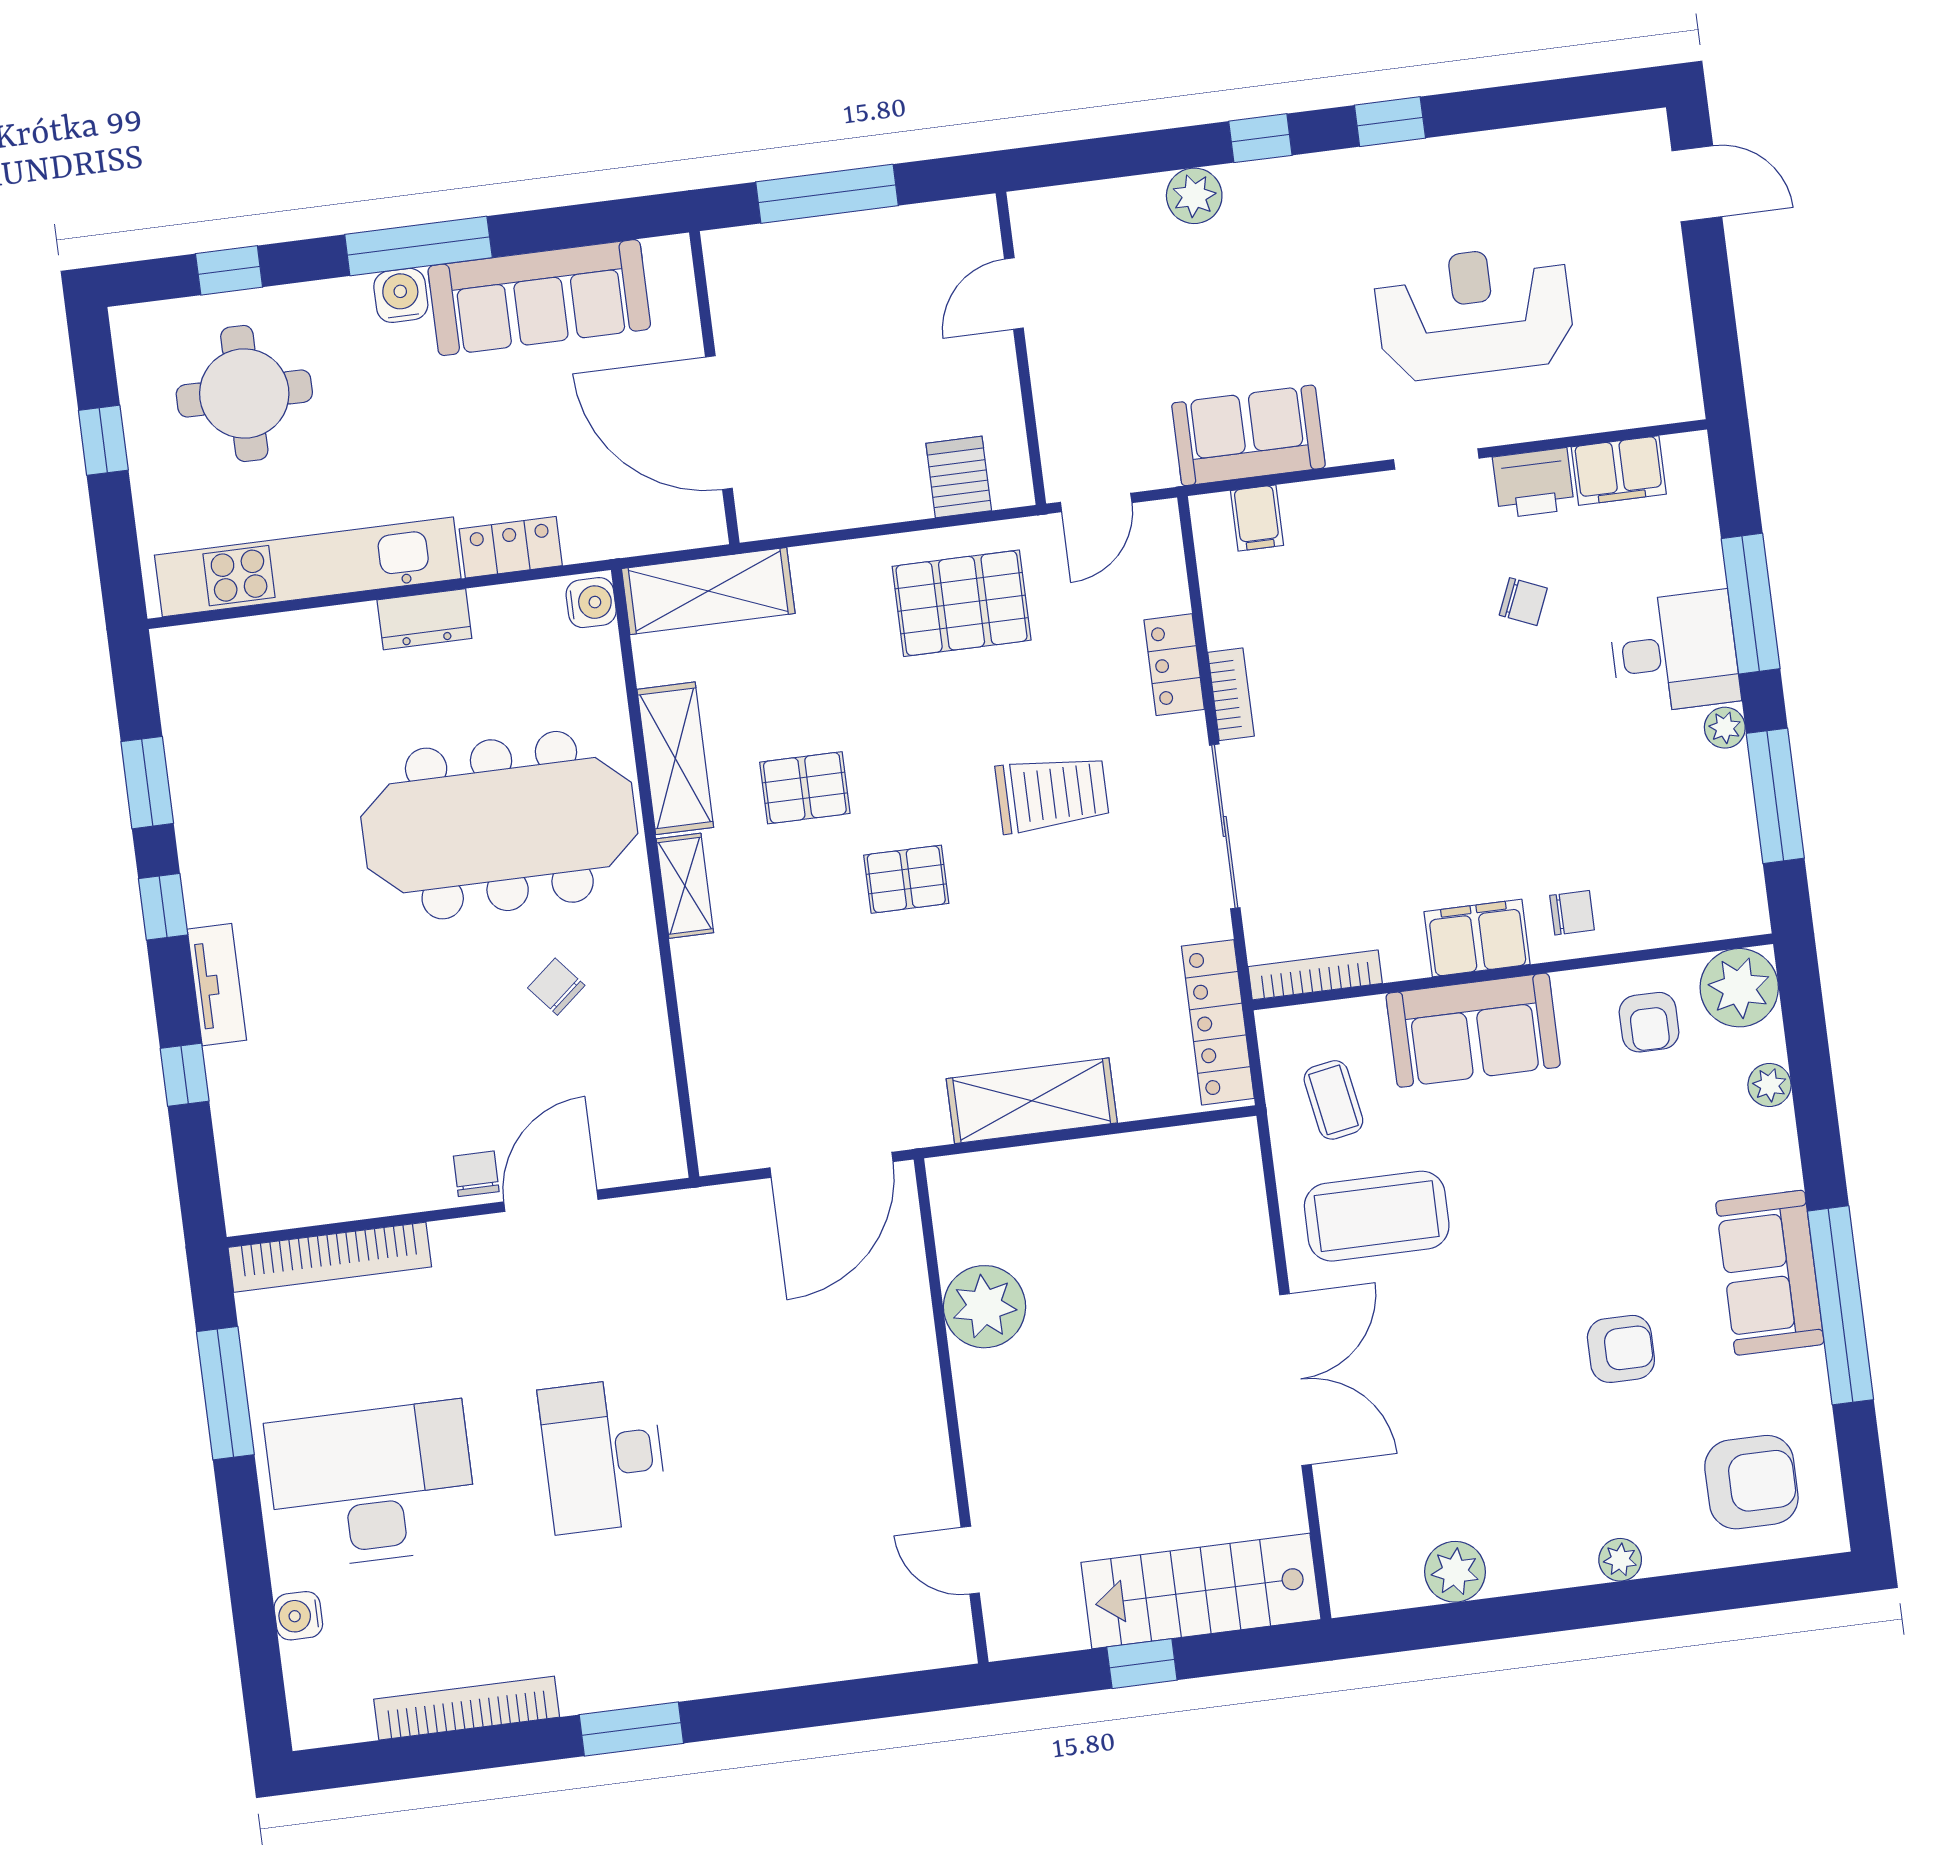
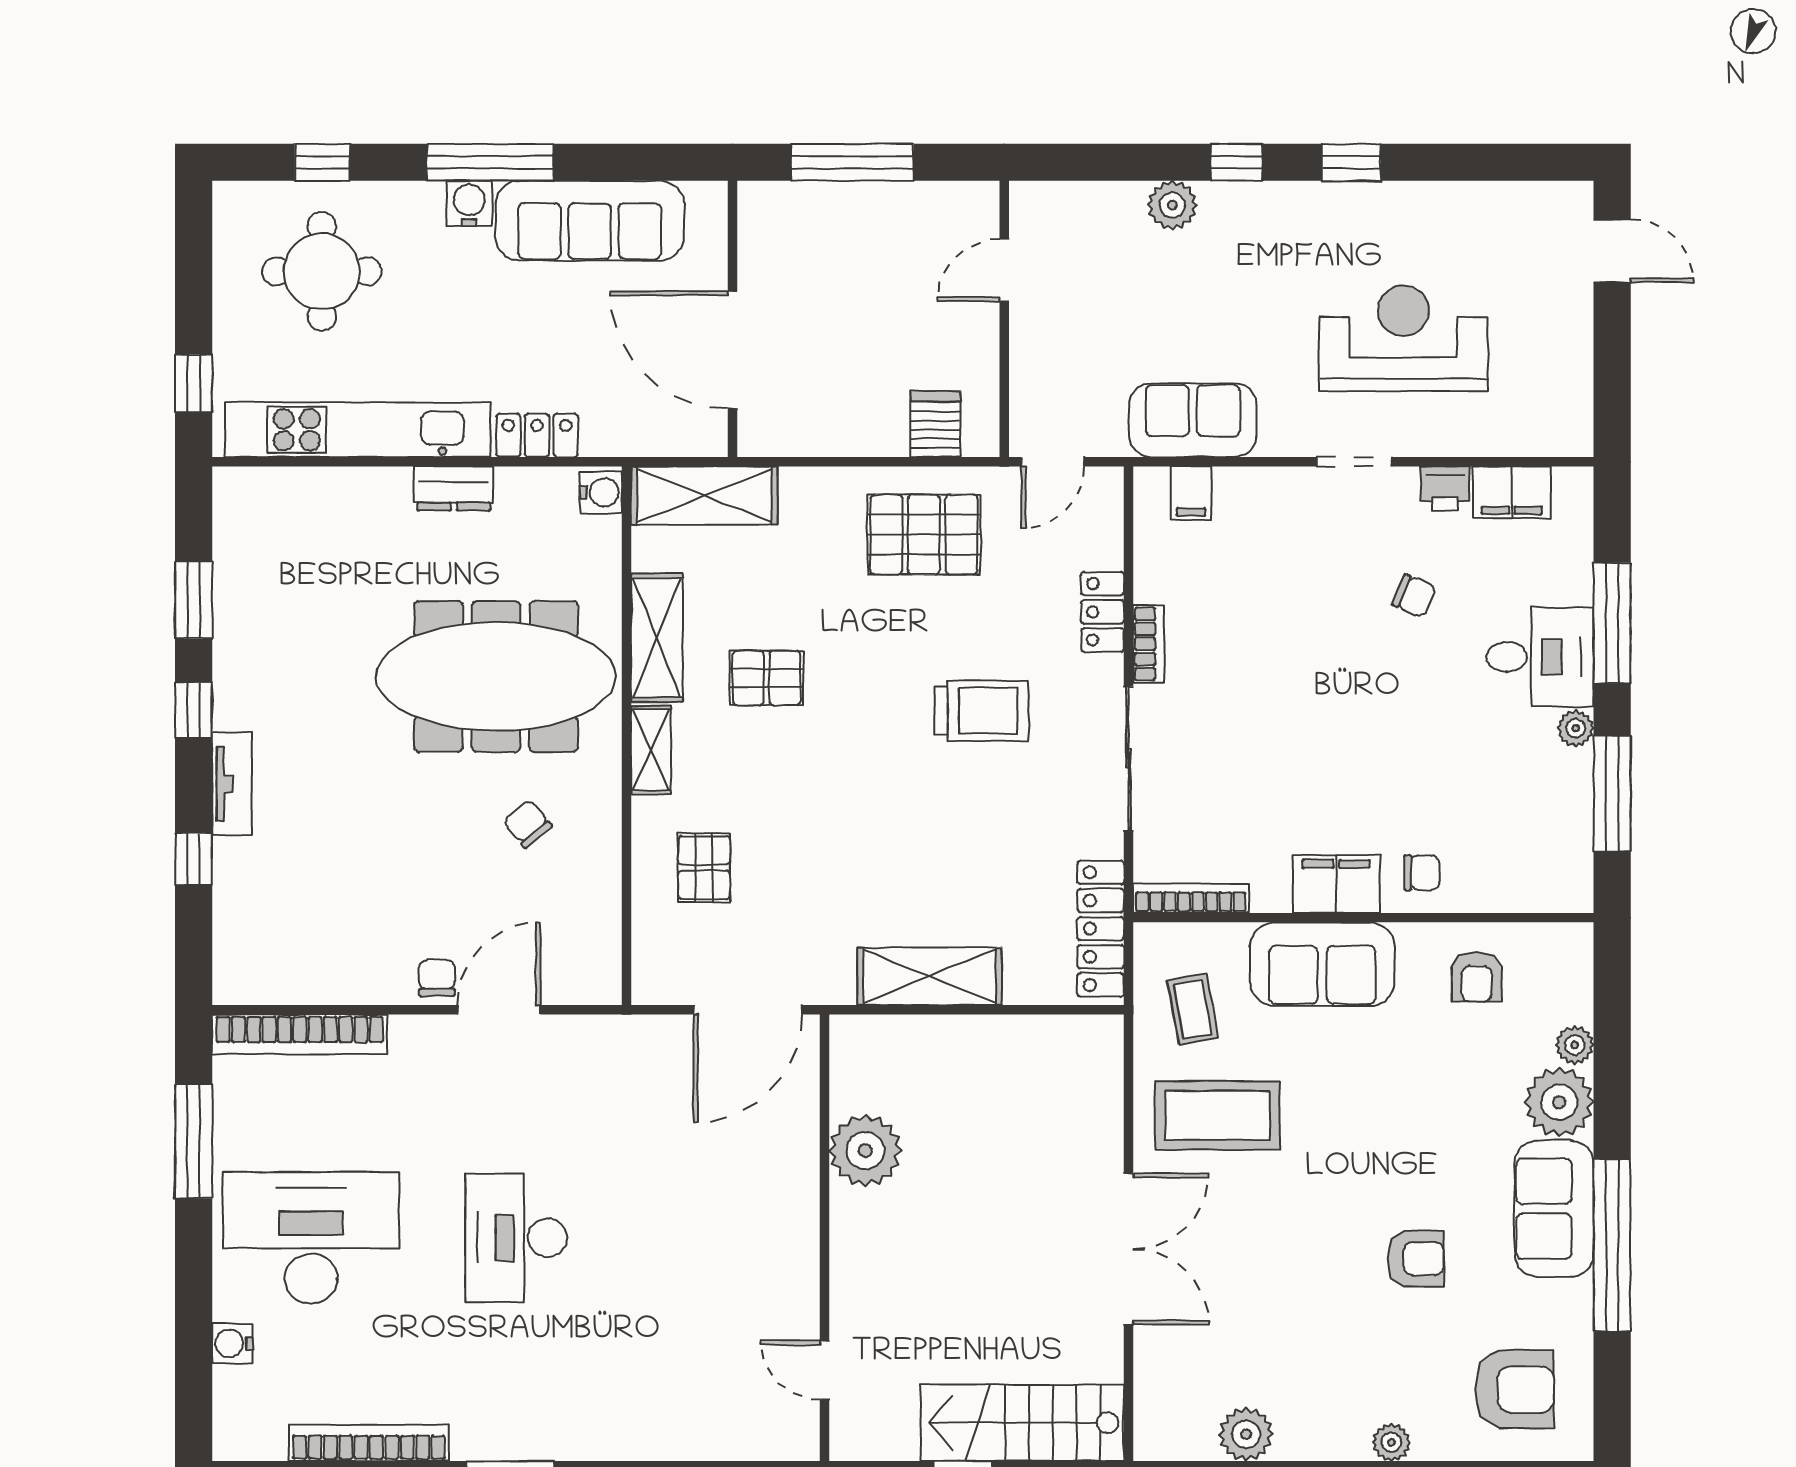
window: (103, 440) -> (194, 383), moved
printer: (1534, 483) -> (1445, 488), width x0.73, depth x0.81
pallet: (906, 879) -> (704, 868), moved, turned 90
plant: (1739, 988) -> (1559, 1102), moved

